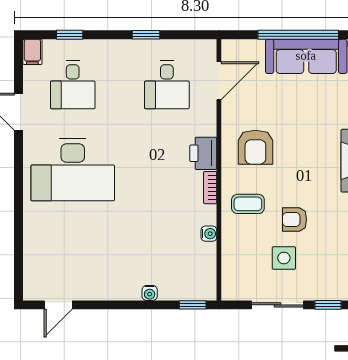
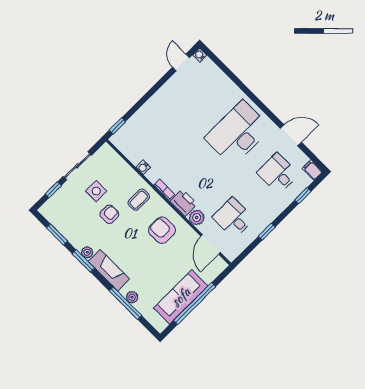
plant: (205, 124) -> (197, 217), added
water cooler: (150, 293) -> (200, 55), moved

